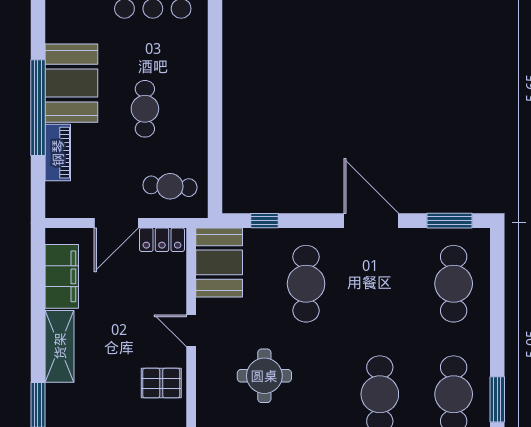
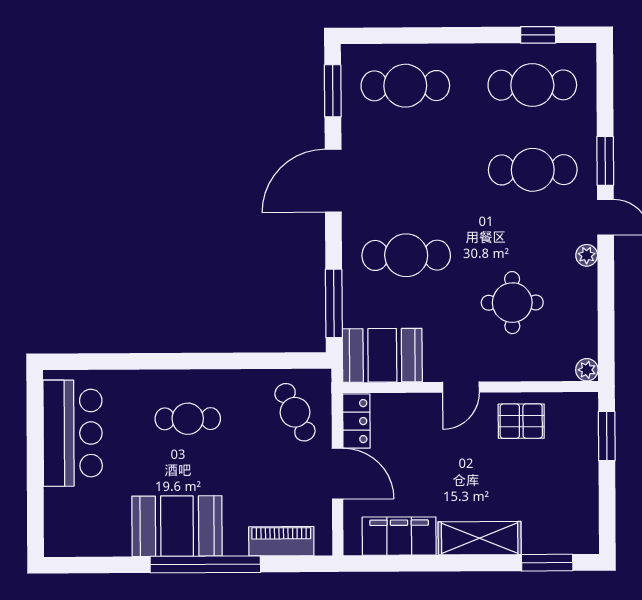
cafe table: (145, 109) -> (188, 419), moved
piano: (58, 153) -> (281, 541), moved
cafe table: (170, 186) -> (295, 412), turned -31
window: (264, 221) -> (334, 303), width x2.17
pallet: (161, 383) -> (521, 421), turned 90
window: (497, 399) -> (538, 35), width x0.67

